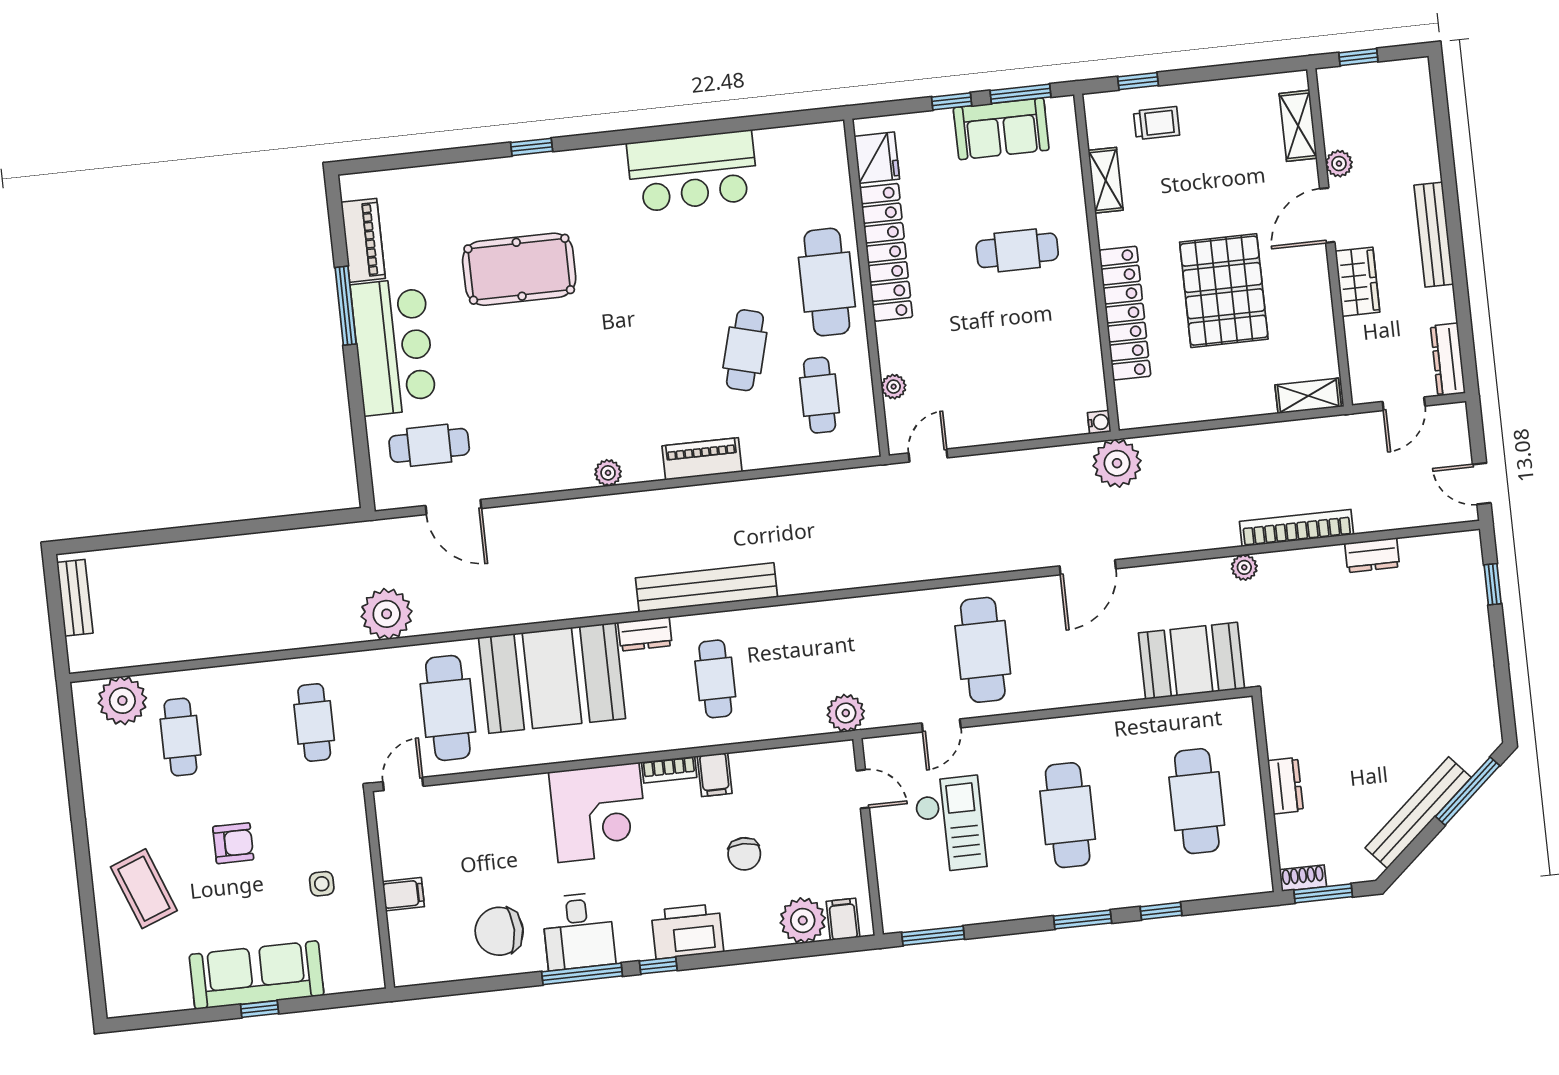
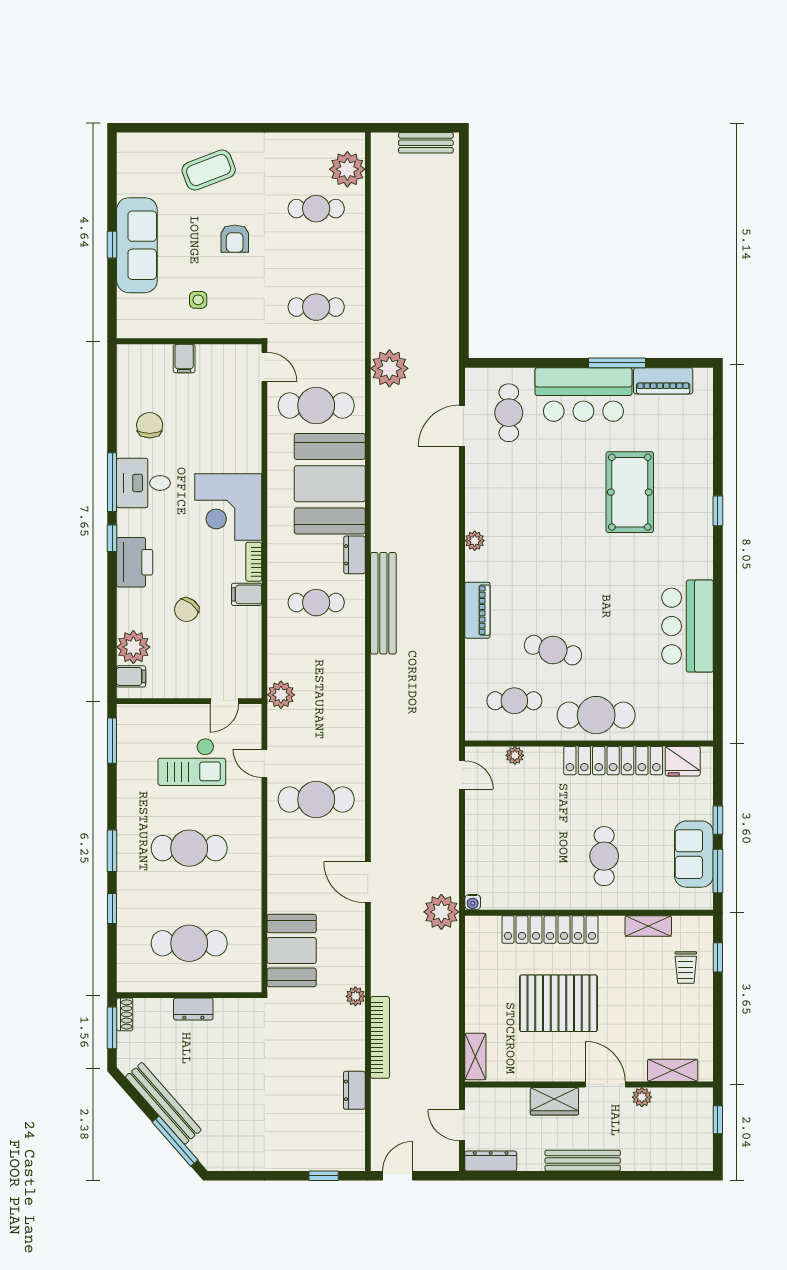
chair: (744, 854) -> (187, 610), turned -53
chair: (499, 931) -> (150, 425), width x0.73, depth x0.73

